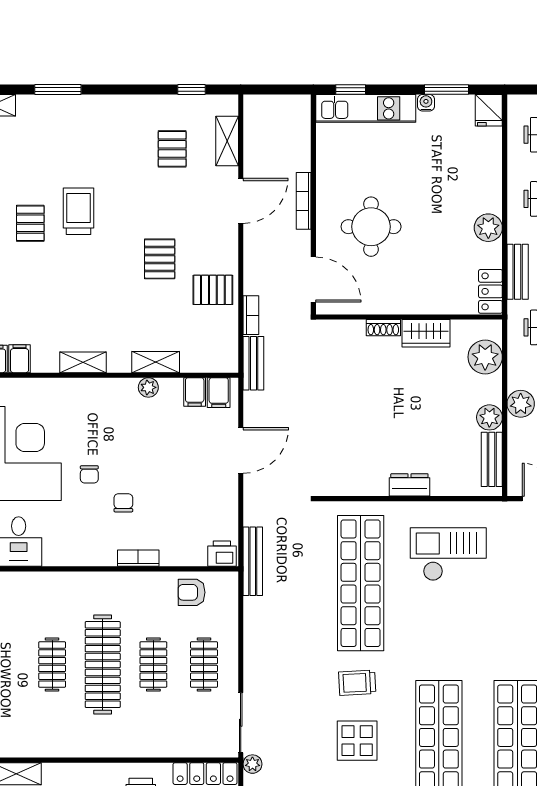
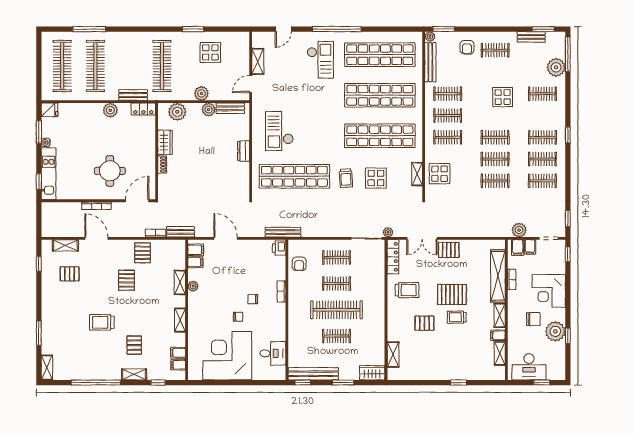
pallet: (30, 223) -> (134, 345), moved, turned 90
pallet: (160, 259) -> (127, 280), turned 90

